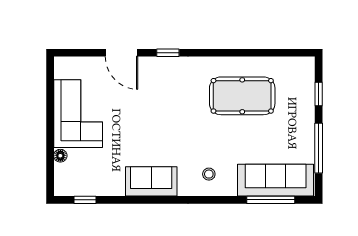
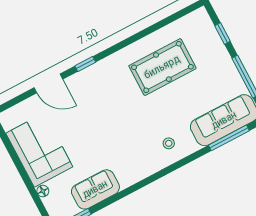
sofa: (151, 181) -> (95, 189), moved

